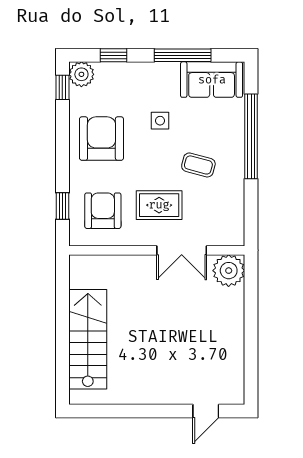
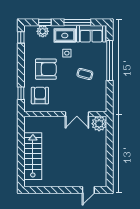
plant: (81, 74) -> (43, 31), moved
armchair: (101, 139) -> (46, 69), moved, turned 90
rug: (159, 205) -> (65, 36), moved

